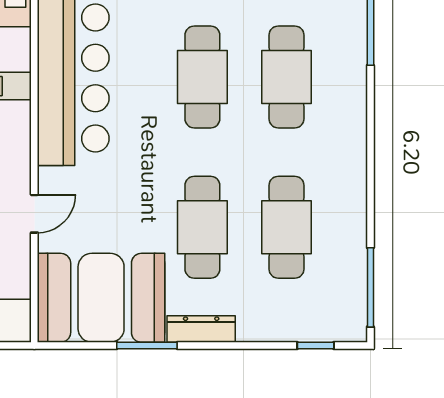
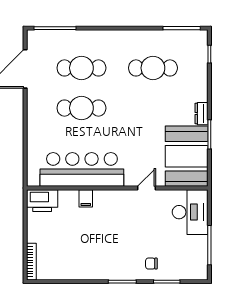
door: (34, 214) -> (147, 188), hinge flipped
cafe table: (202, 227) -> (153, 108), removed
dresser: (201, 329) -> (201, 114), width x0.70

